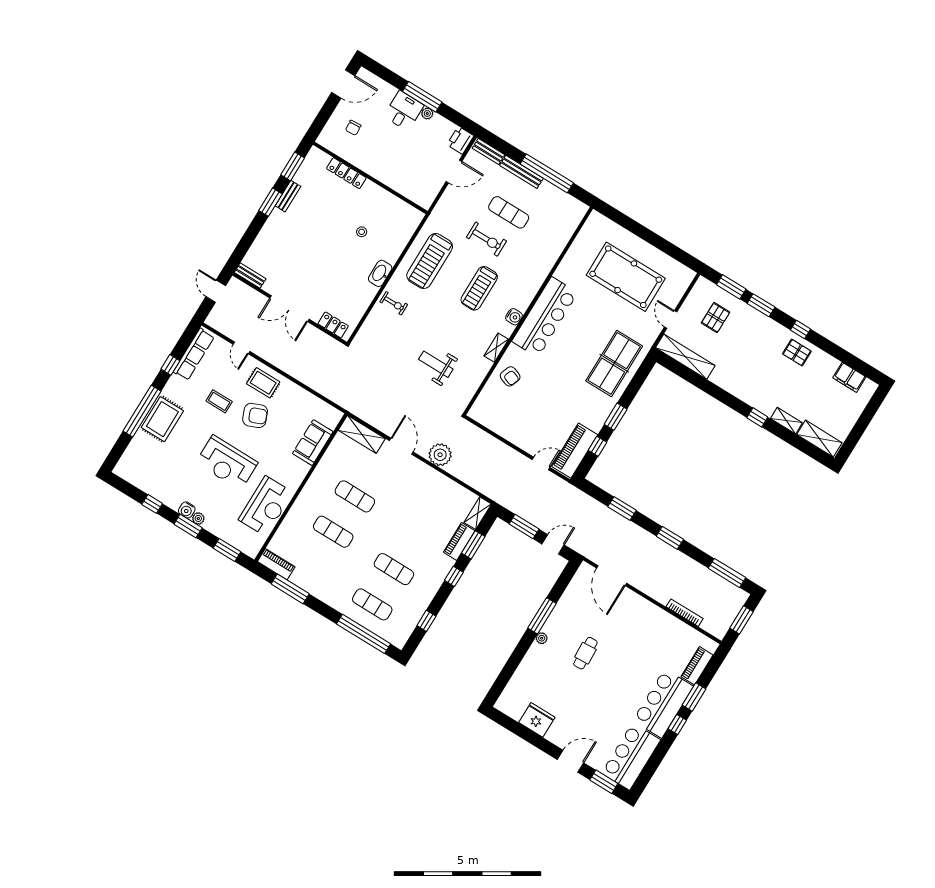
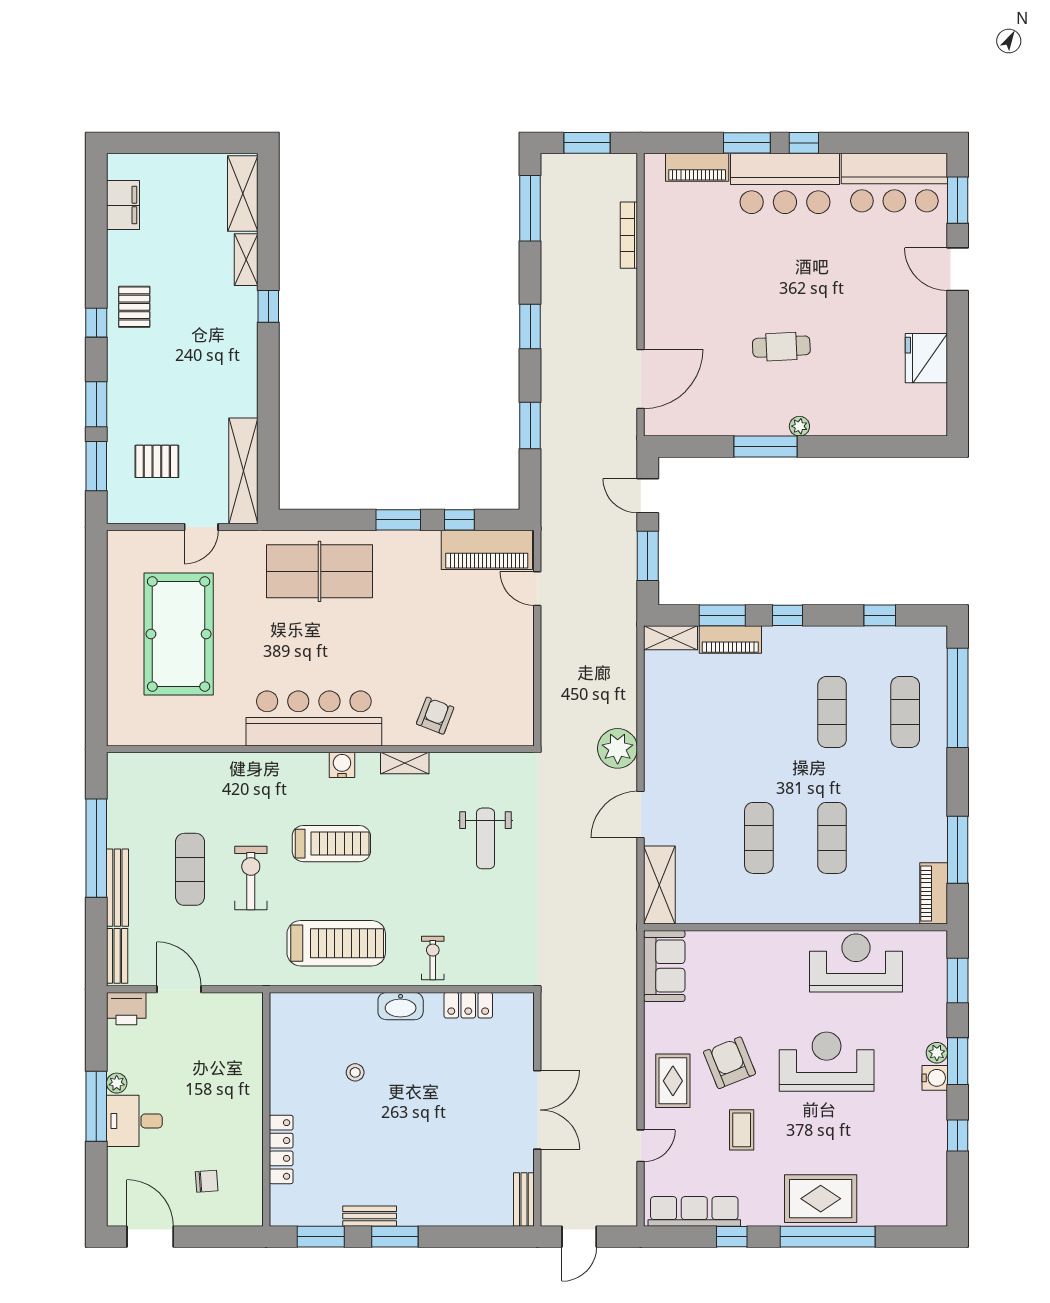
locker: (333, 325) -> (468, 1005), moved, turned -90
sofa: (313, 443) -> (664, 966), moved, turned -90
reception desk: (227, 463) -> (827, 1062), turned -90

